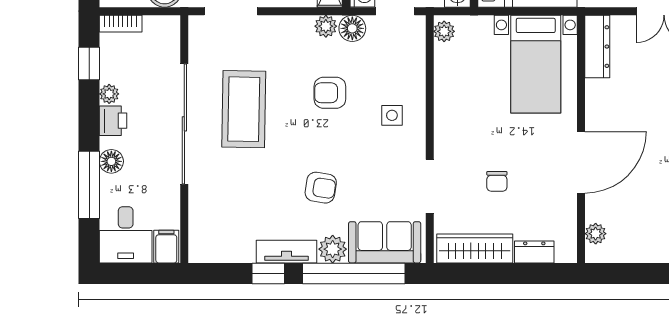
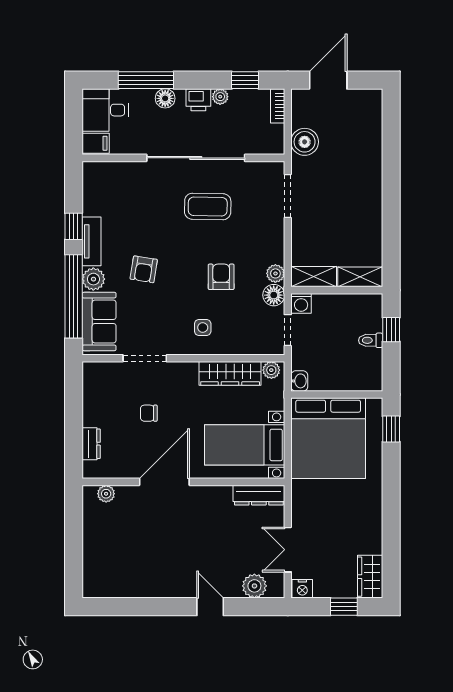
coffee table: (244, 109) -> (208, 206), width x0.73, depth x0.76
door: (581, 162) -> (164, 482), swing flipped
wardrobe: (475, 248) -> (230, 373), moved, turned 90

